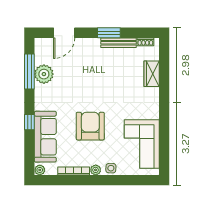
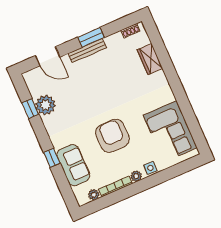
door: (64, 33) -> (48, 56), hinge flipped
bench: (118, 43) -> (87, 51), moved
window: (29, 71) -> (30, 109), width x0.46
sofa: (45, 137) -> (73, 165), width x0.73
plant: (40, 170) -> (94, 195), moved

